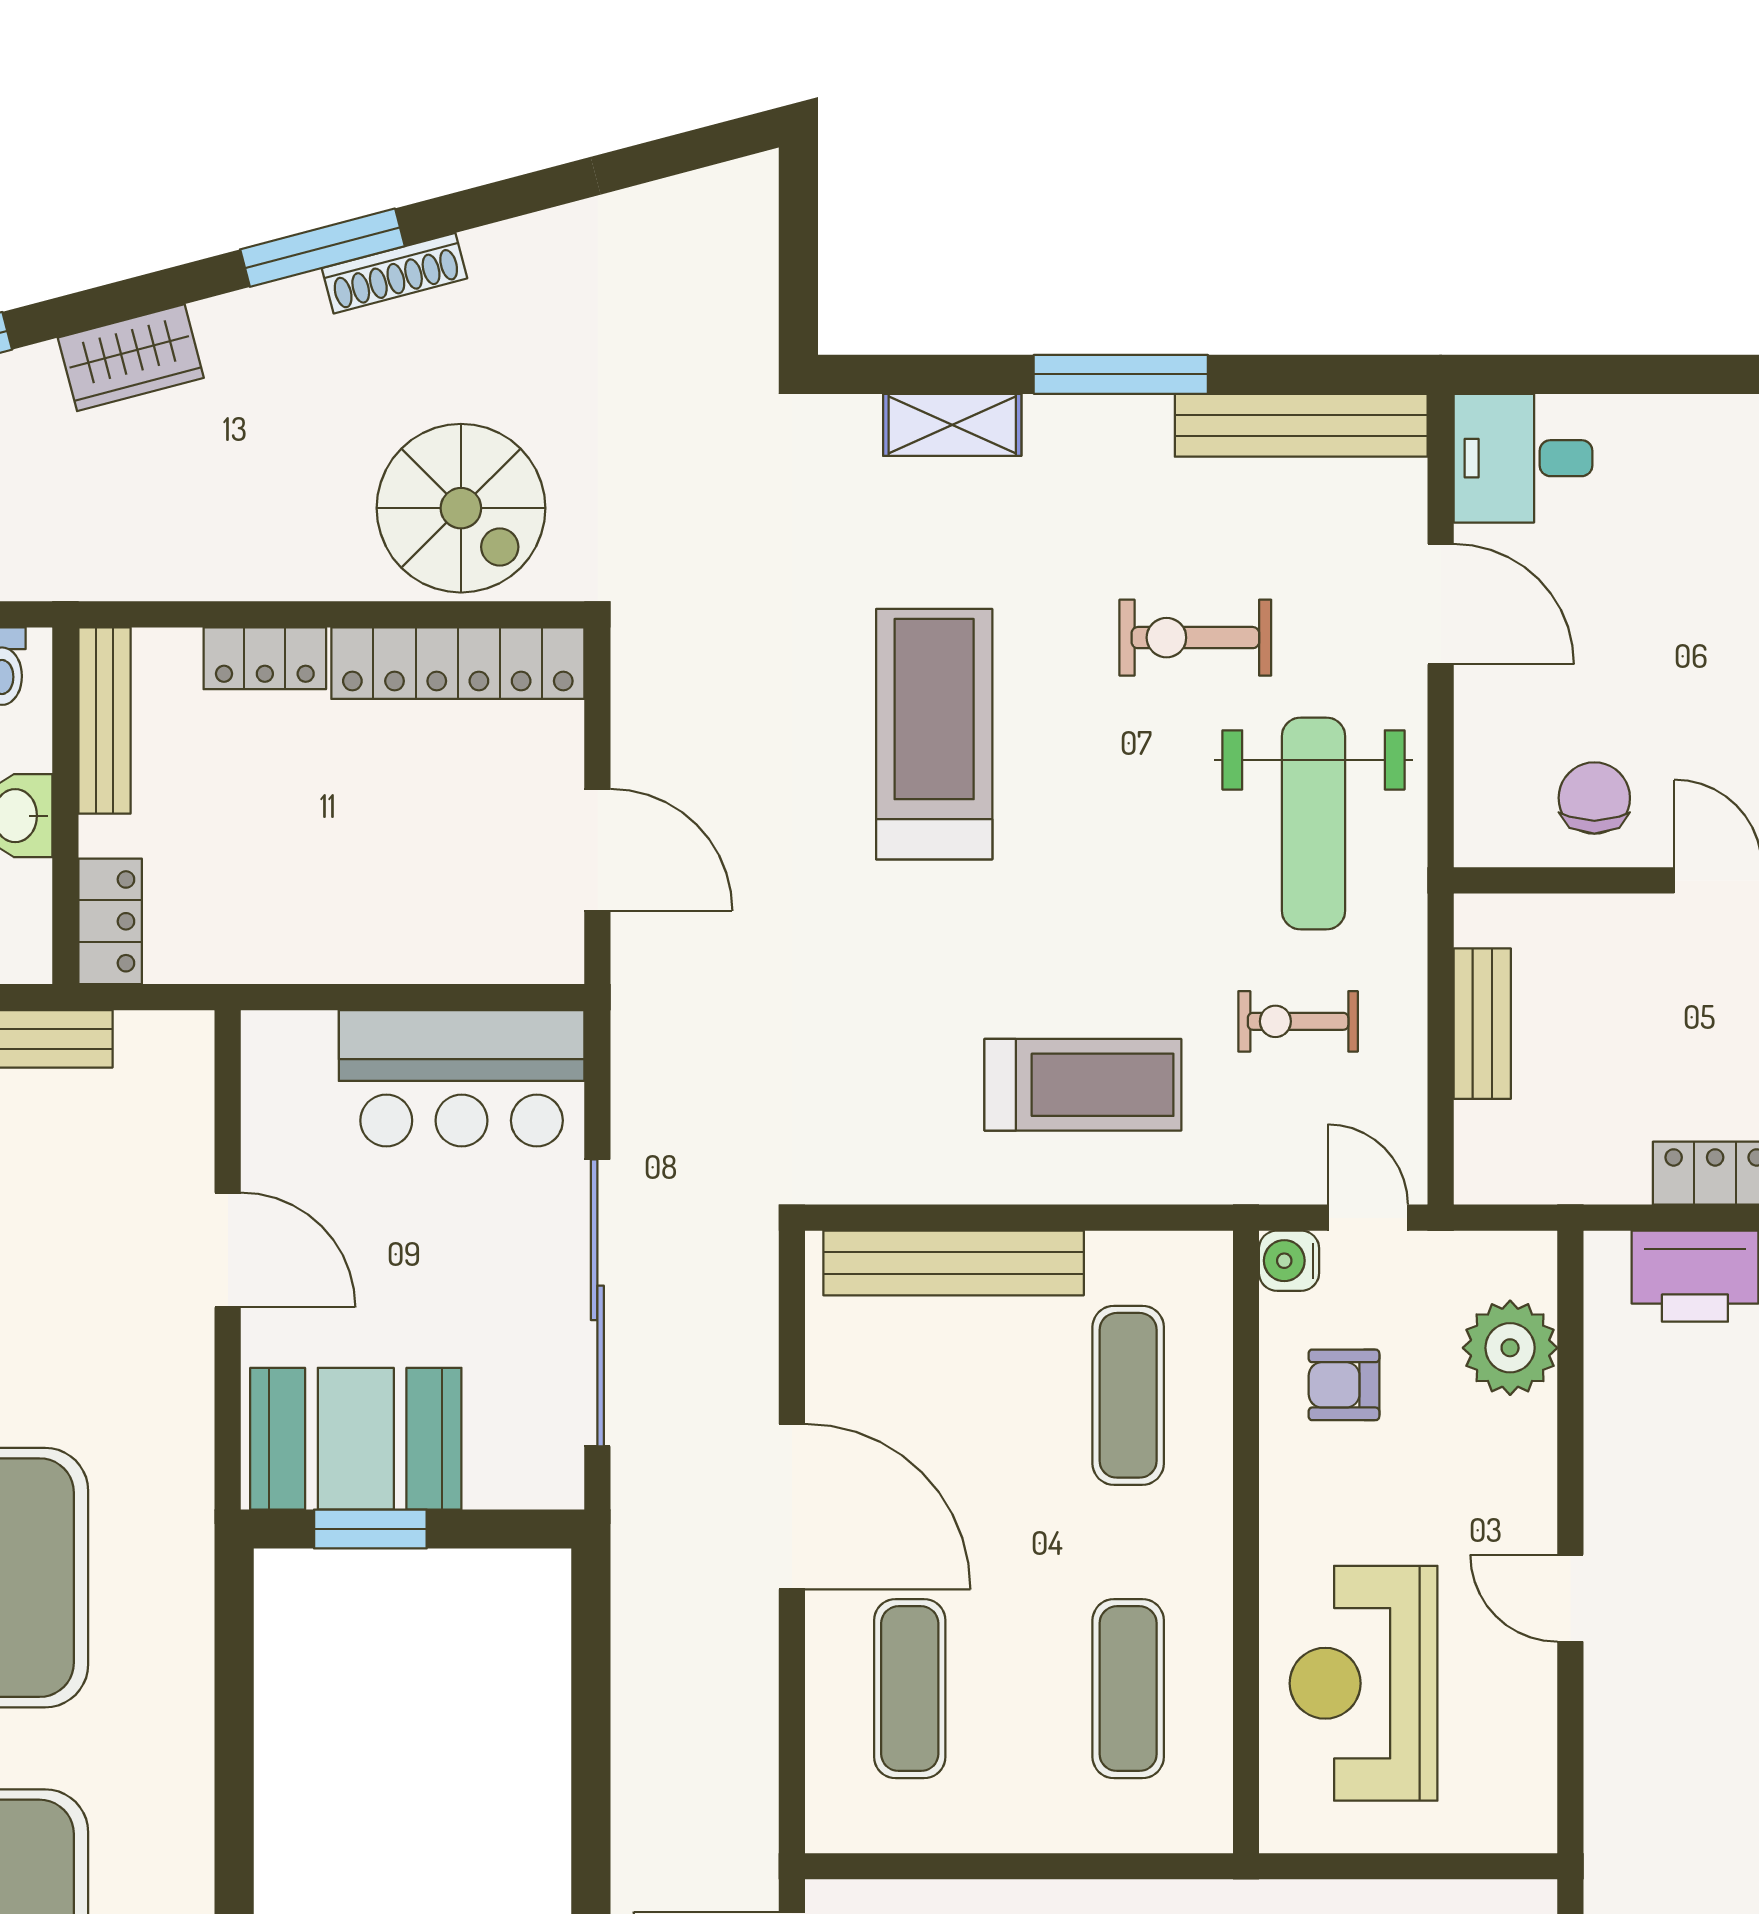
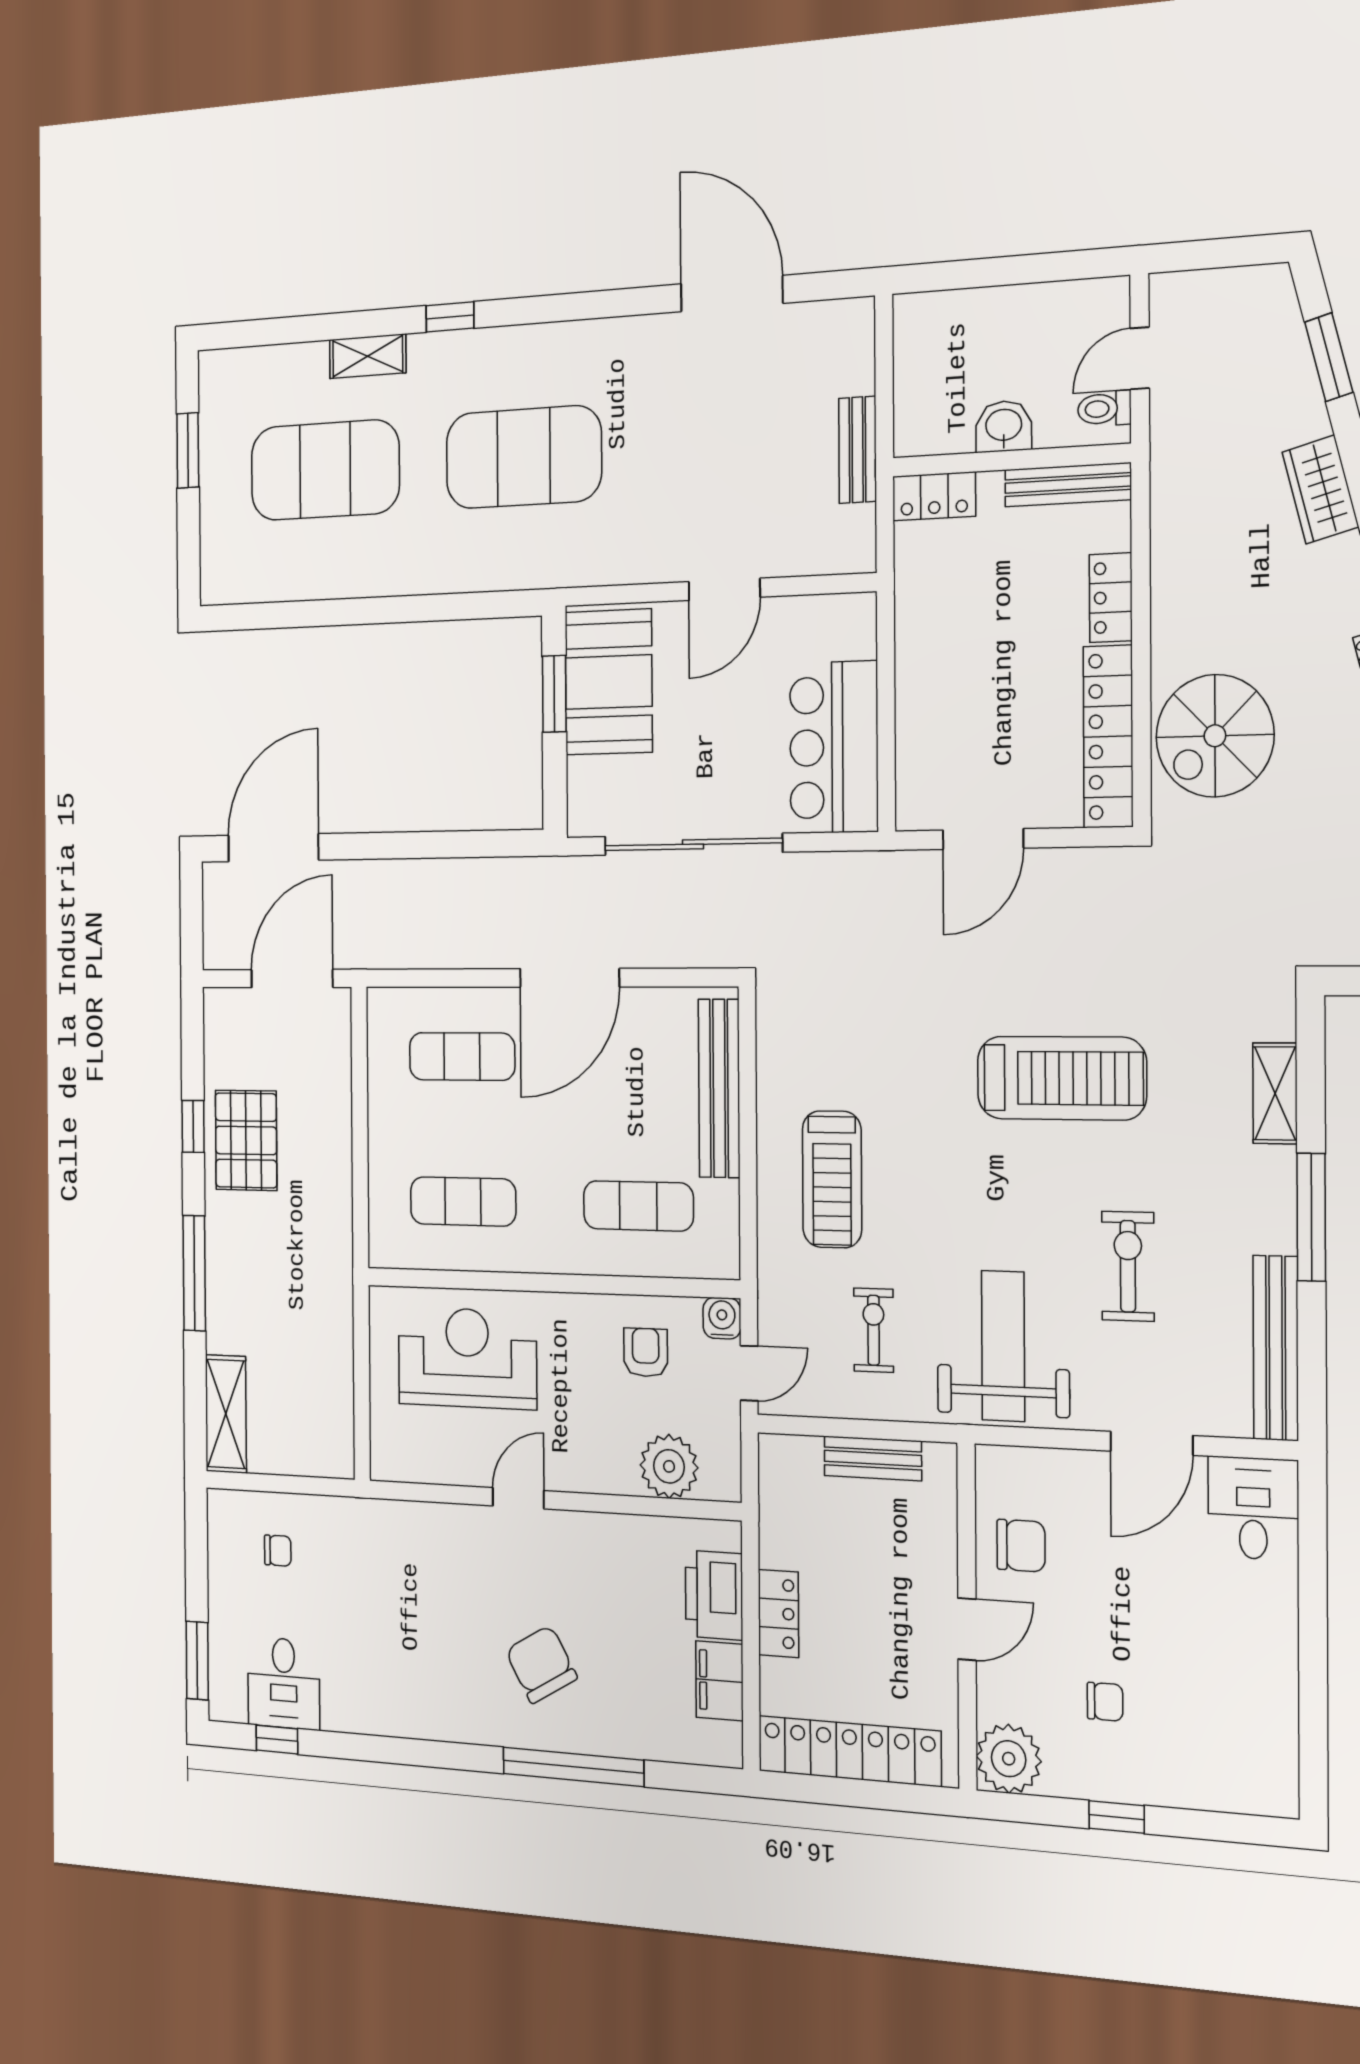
weight bench: (1314, 824) -> (1003, 1346), turned 90

